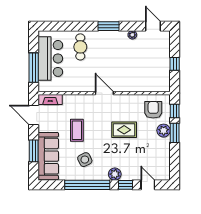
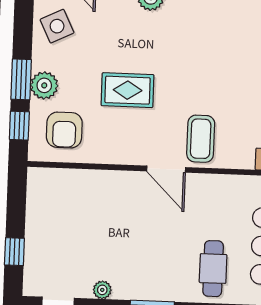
window: (175, 64) -> (14, 252), moved
coffee table: (77, 130) -> (201, 139), moved
side table: (85, 160) -> (57, 26), moved

